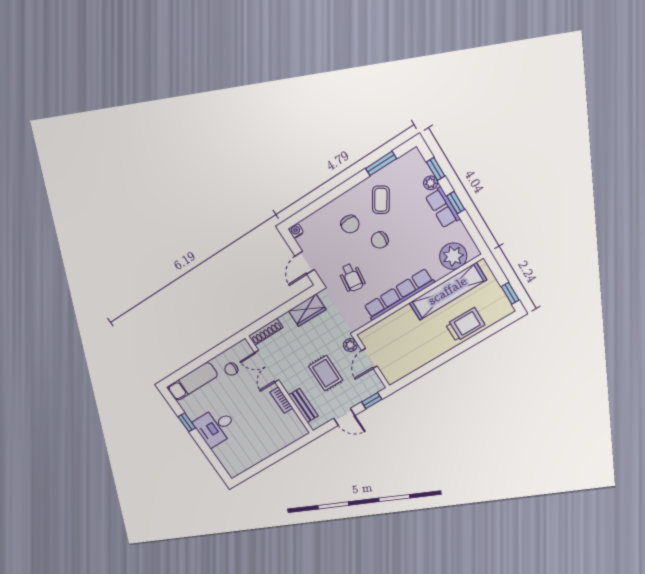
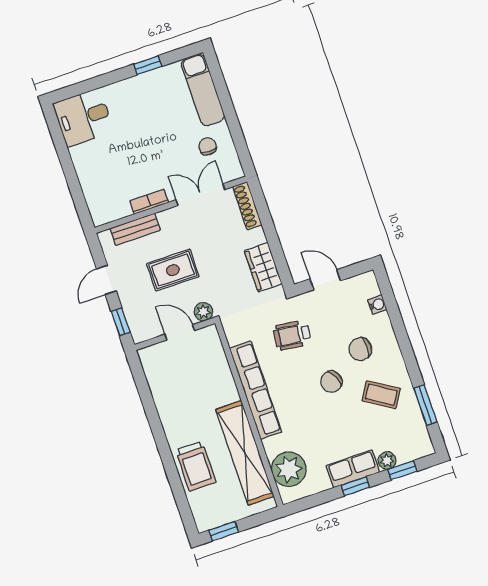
water cooler: (296, 231) -> (377, 305), moved
chair: (380, 240) -> (331, 382), turned -115
desk: (216, 427) -> (83, 117), moved, turned -90

